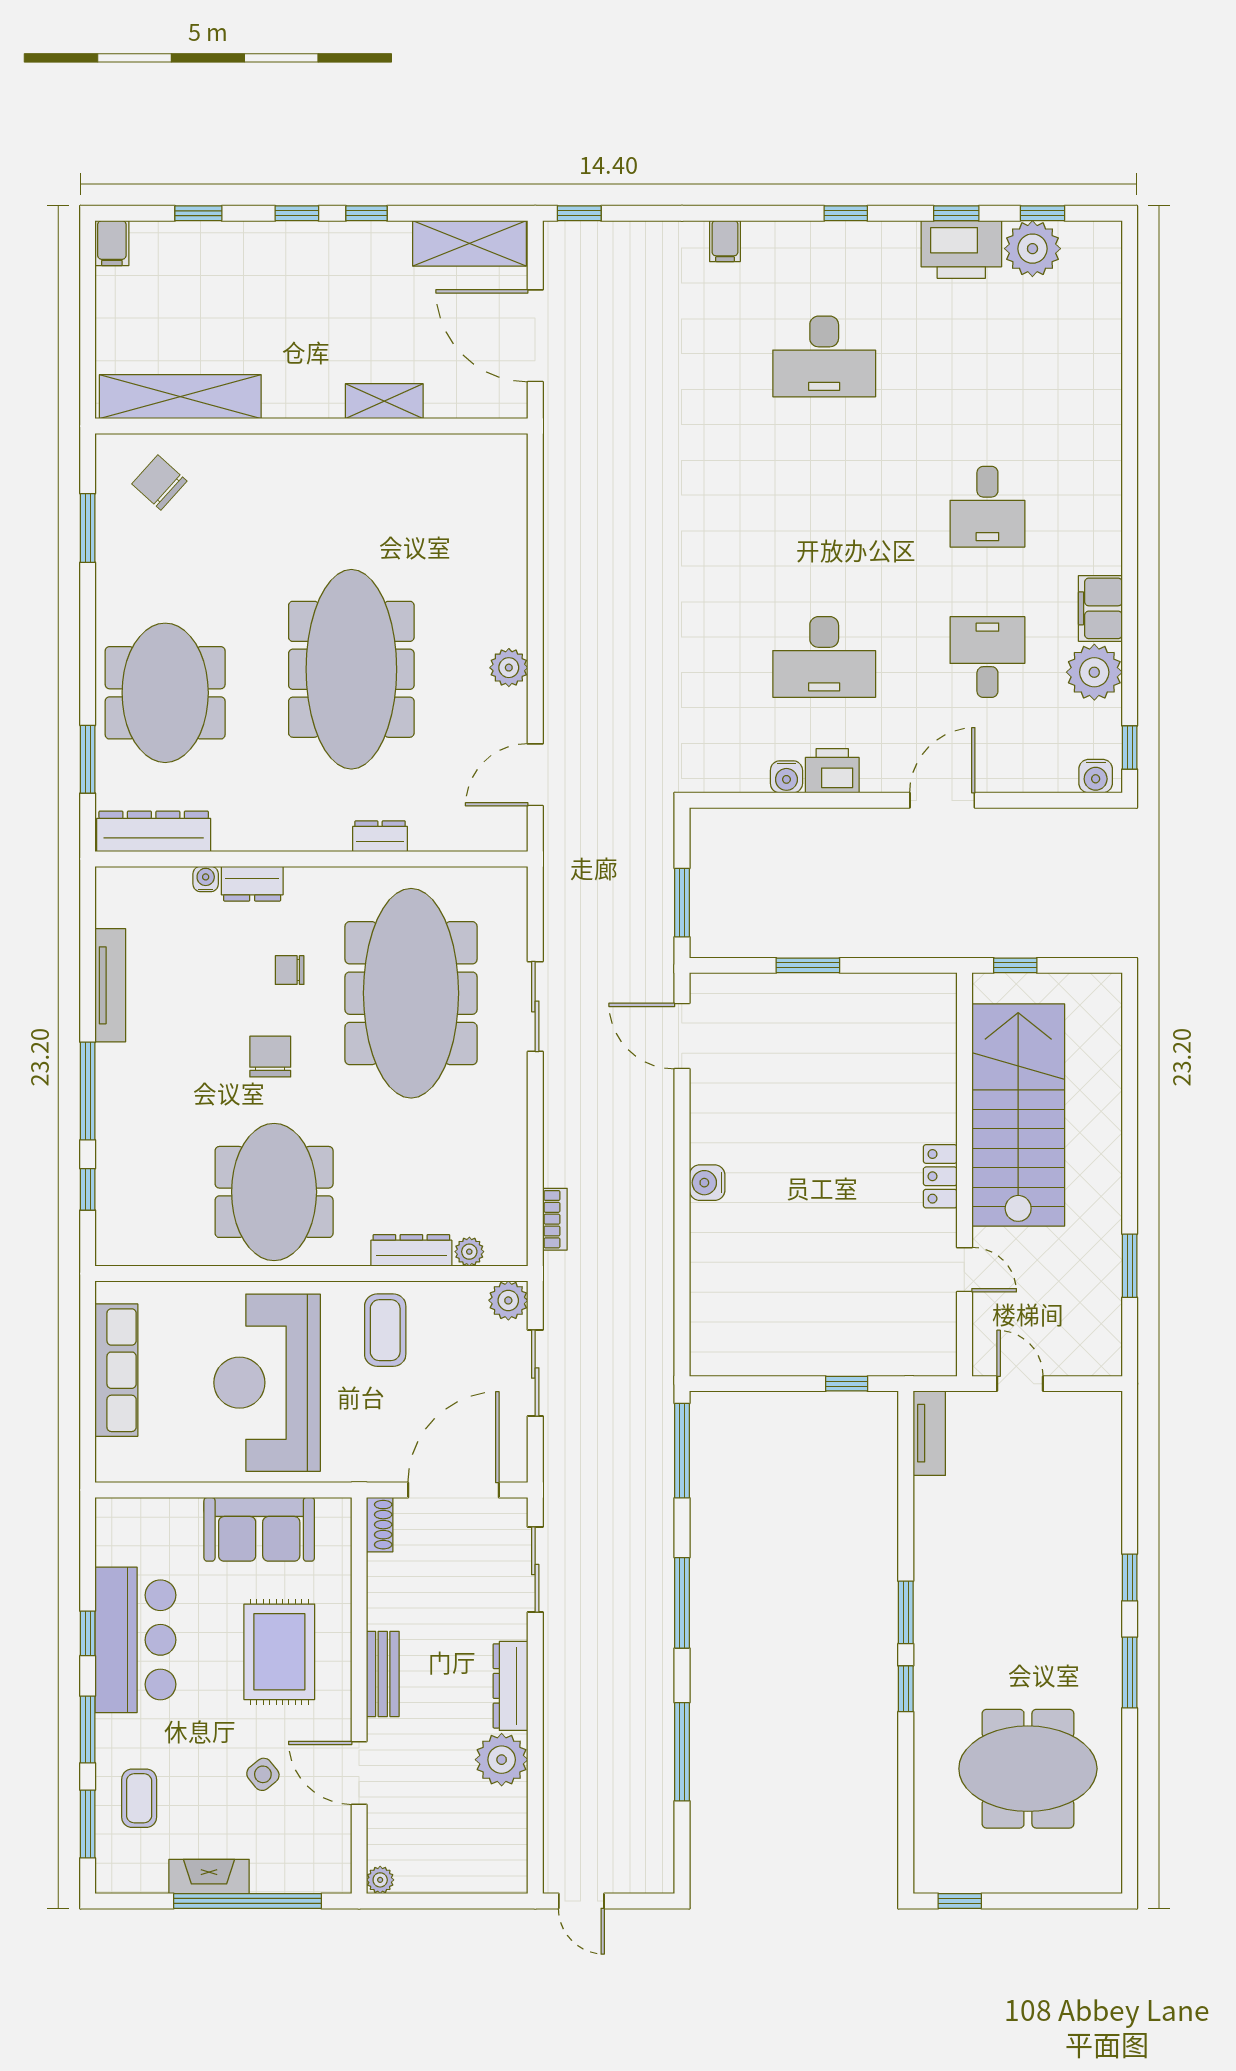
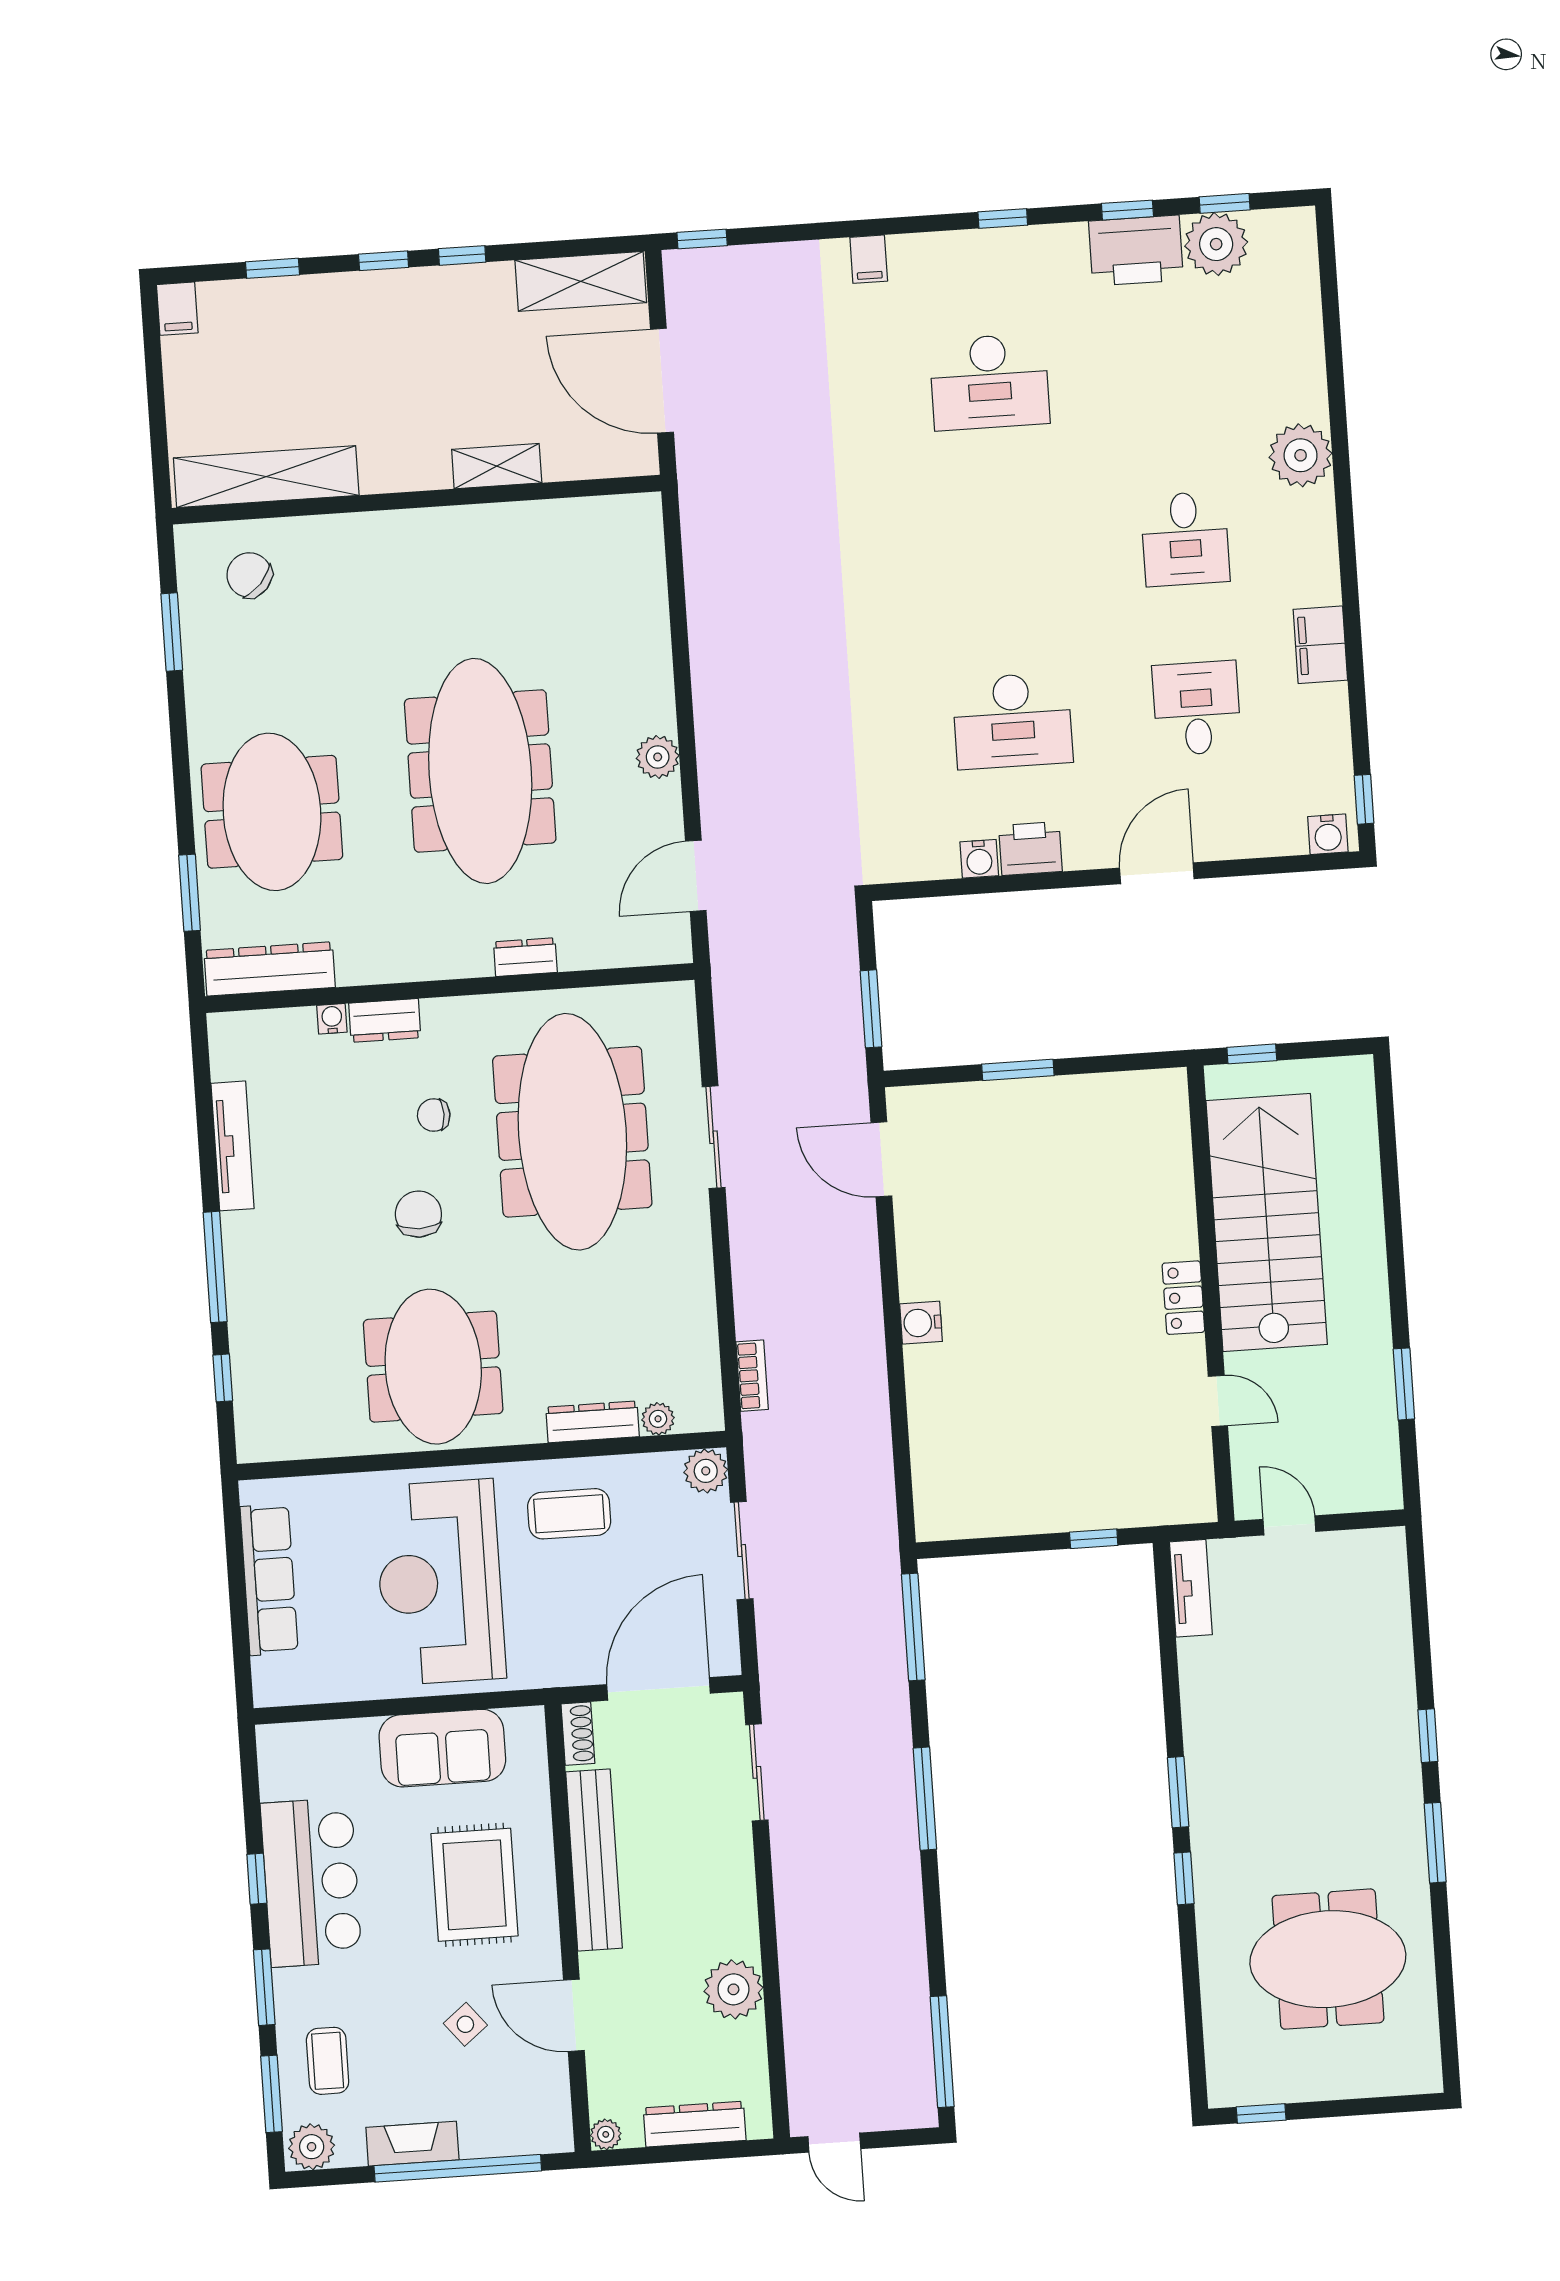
plant: (1094, 672) -> (1301, 455), moved
coffee table: (385, 1330) -> (569, 1514), turned 90
bench: (383, 1674) -> (594, 1860), width x1.86, depth x1.21
dresser: (510, 1686) -> (695, 2124), moved, turned 90
window: (682, 1752) -> (942, 2052), moved
plant: (120, 1873) -> (312, 2147), added

